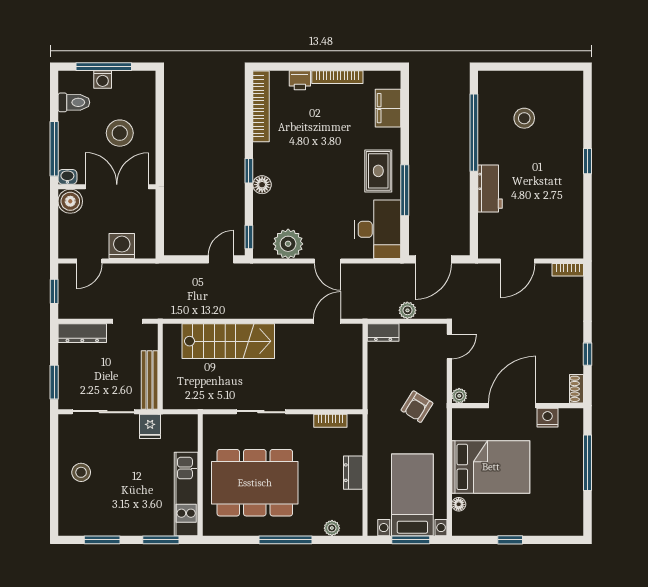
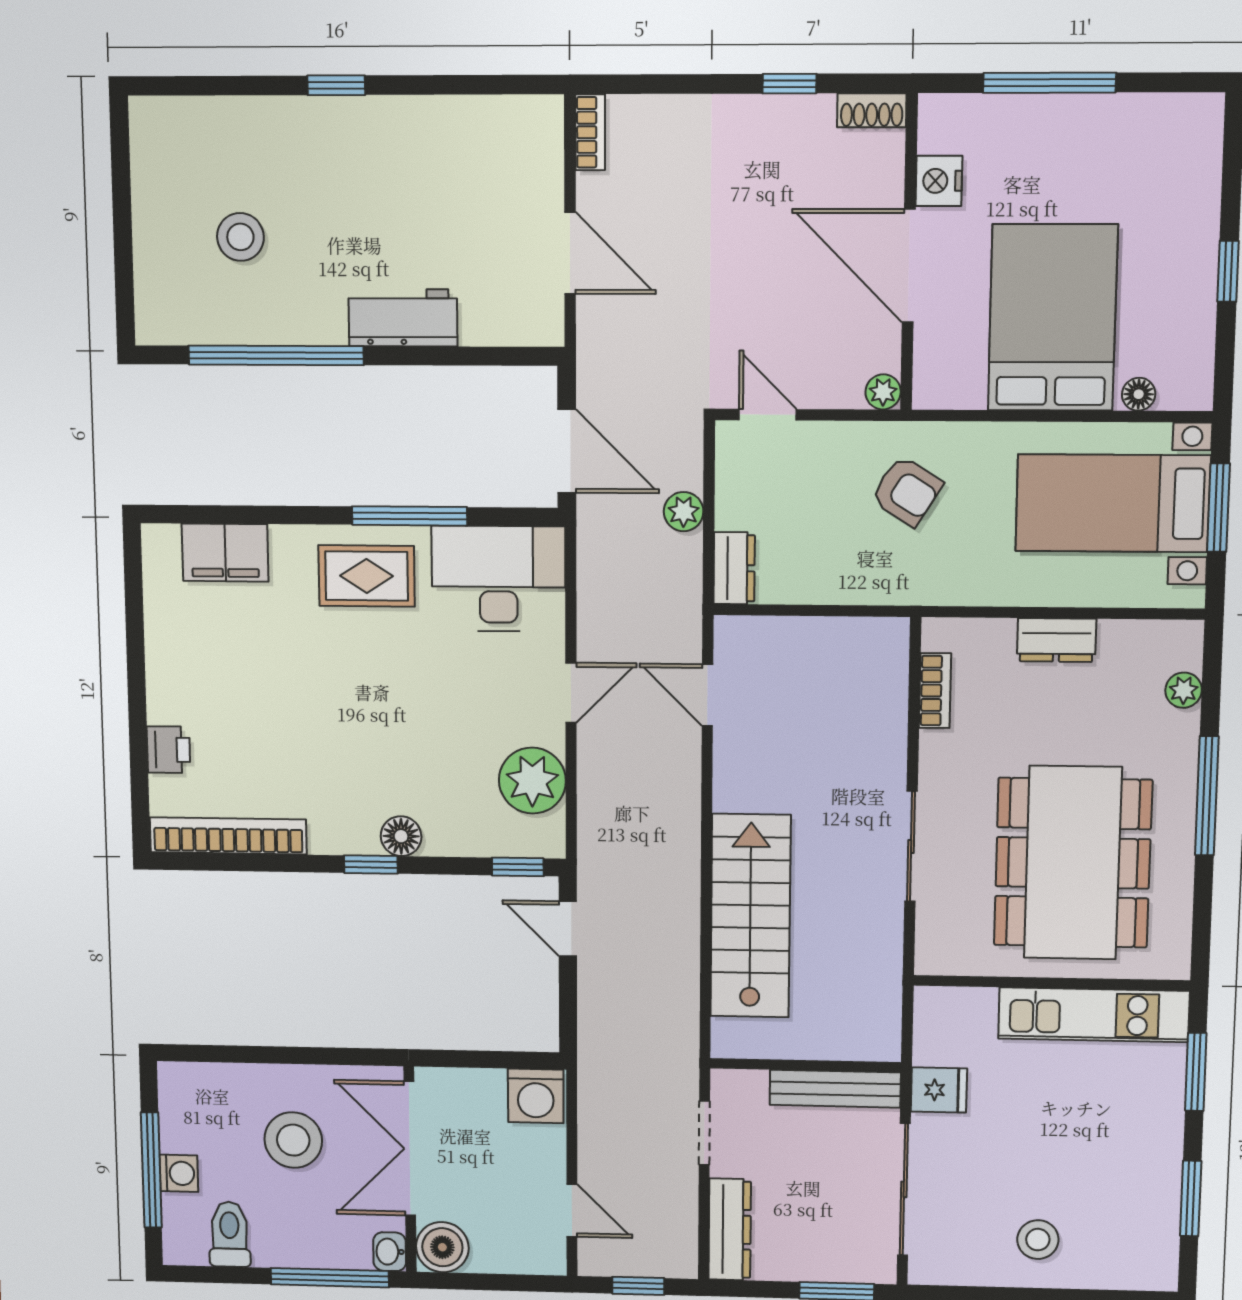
bookcase: (337, 77) -> (159, 666), removed
washing machine: (122, 246) -> (536, 1096), moved, turned -90

